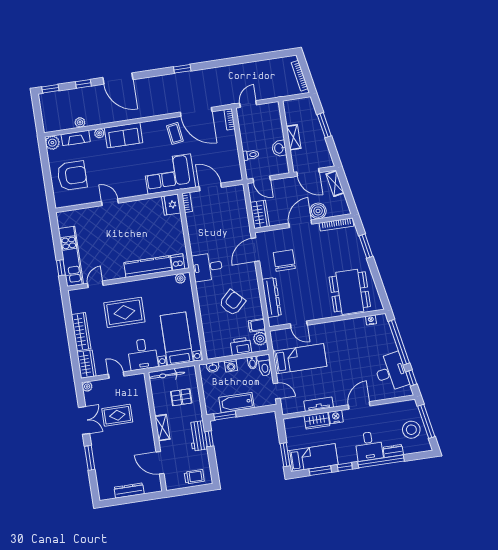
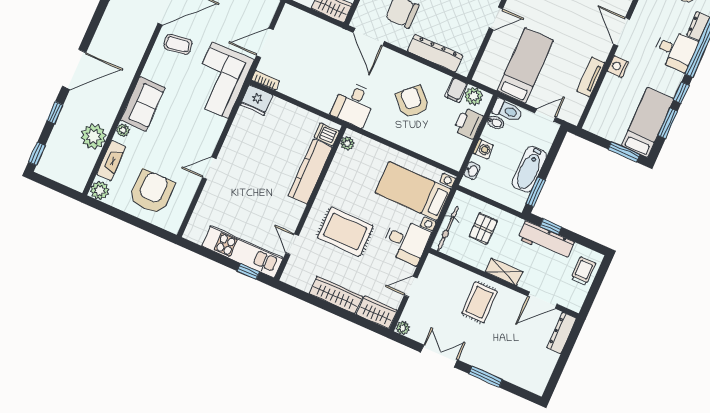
plant: (80, 122) -> (93, 136), width x1.87, depth x1.87
rug: (124, 312) -> (345, 232), turned 90
door: (299, 324) -> (496, 18), moved
rug: (117, 415) -> (480, 302), moved
wardrobe: (317, 421) -> (608, 91), removed
workbench: (198, 436) -> (546, 240), width x1.38
dresser: (129, 491) -> (562, 333), moved

